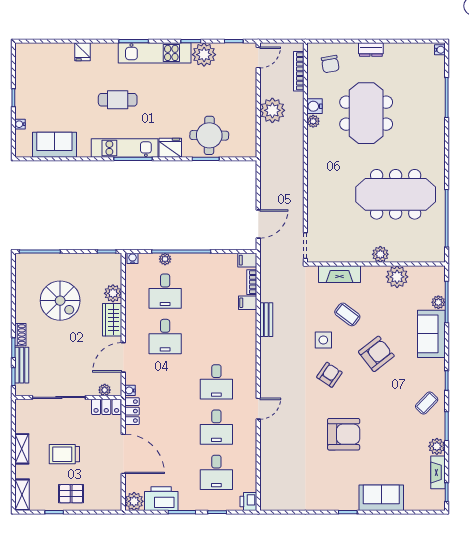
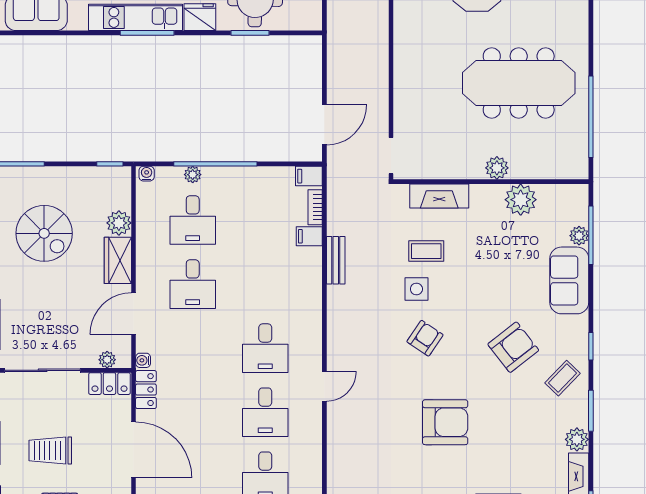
coffee table: (347, 314) -> (426, 251), moved, turned -37
armchair: (376, 354) -> (513, 347), moved

